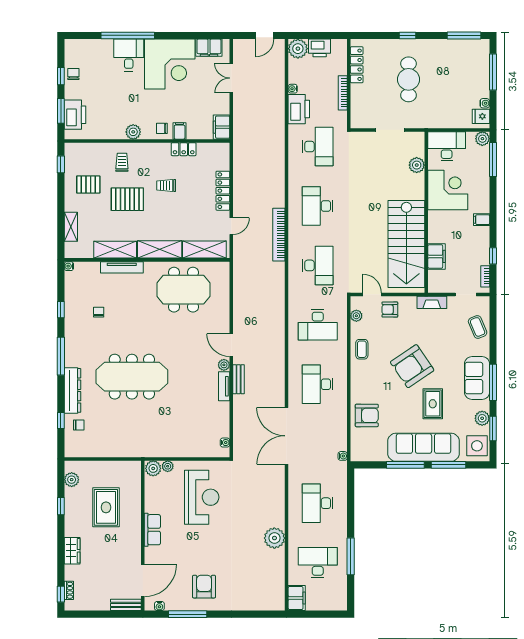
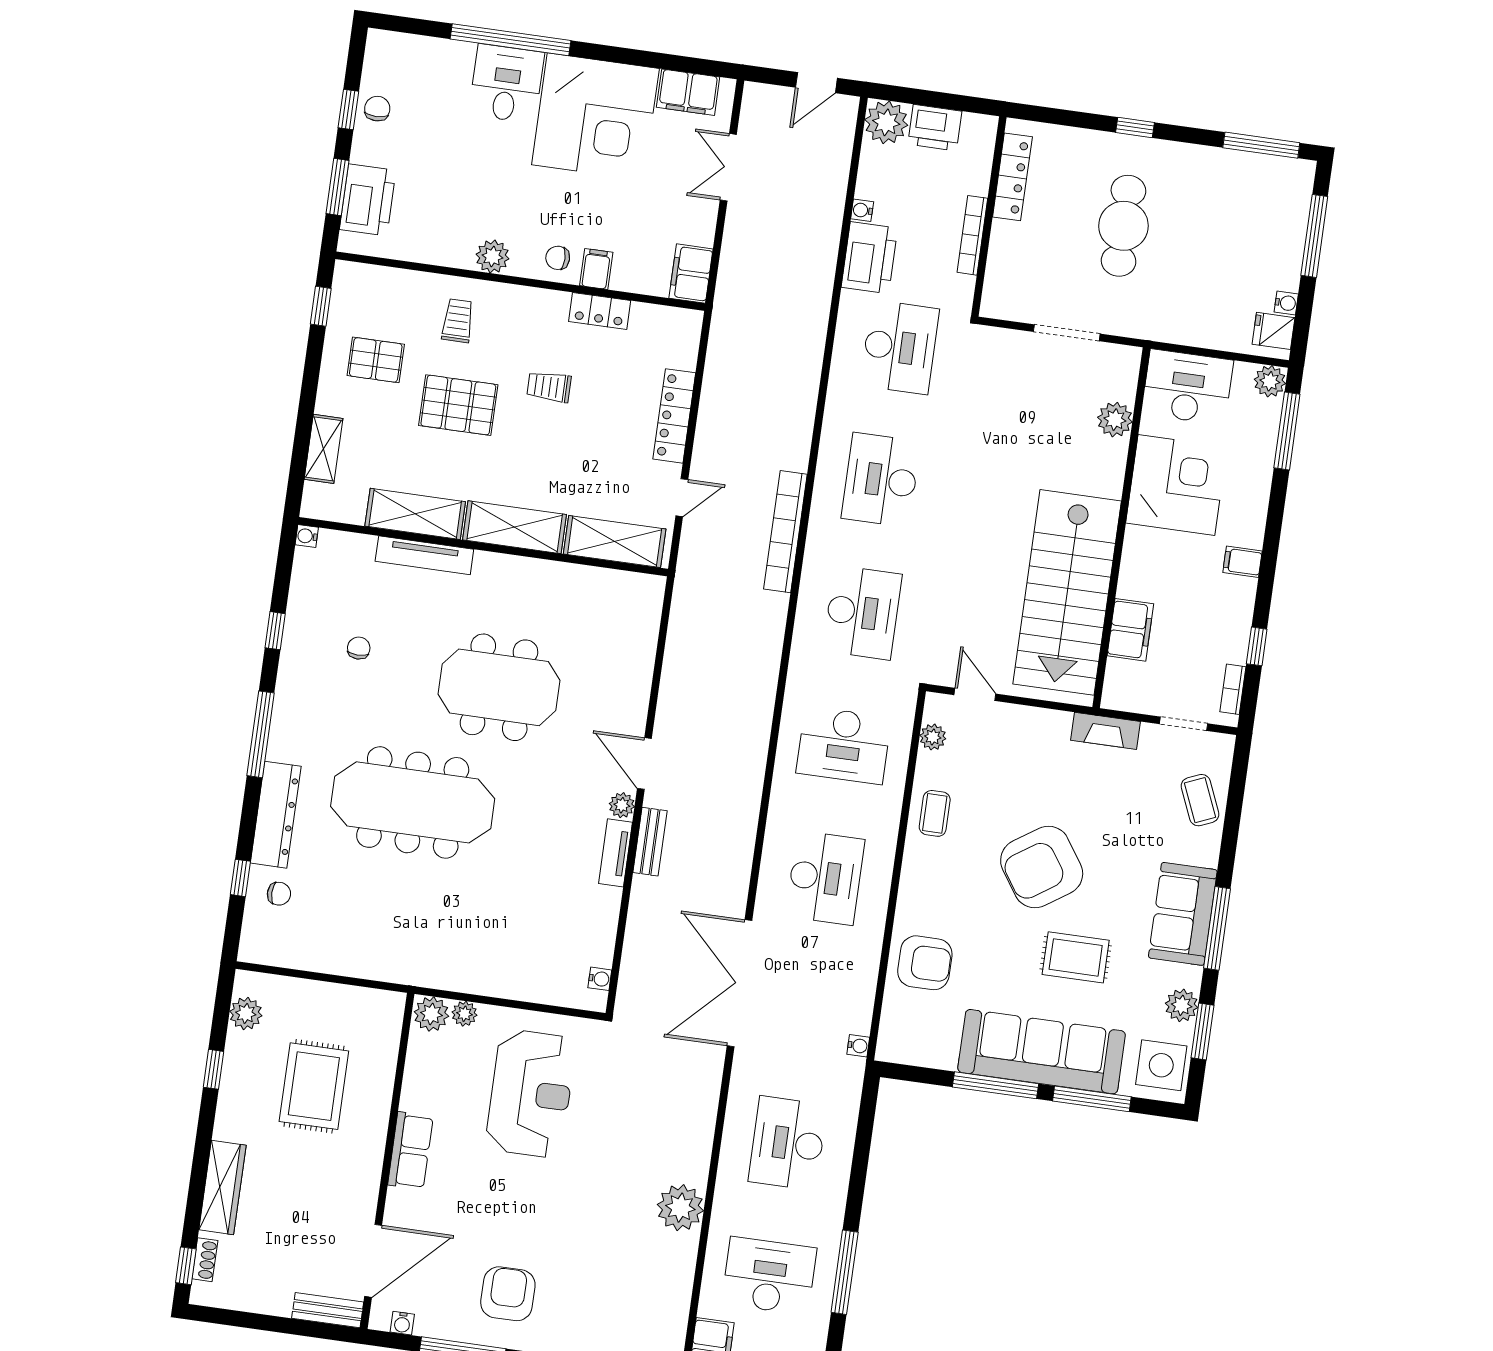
meeting table: (183, 290) -> (499, 687), moved
armchair: (390, 310) -> (1010, 734), removed
desk: (318, 384) -> (825, 878), turned 180
rug: (433, 404) -> (1076, 957), turned 90
wardrobe: (72, 551) -> (222, 1187), width x1.50

